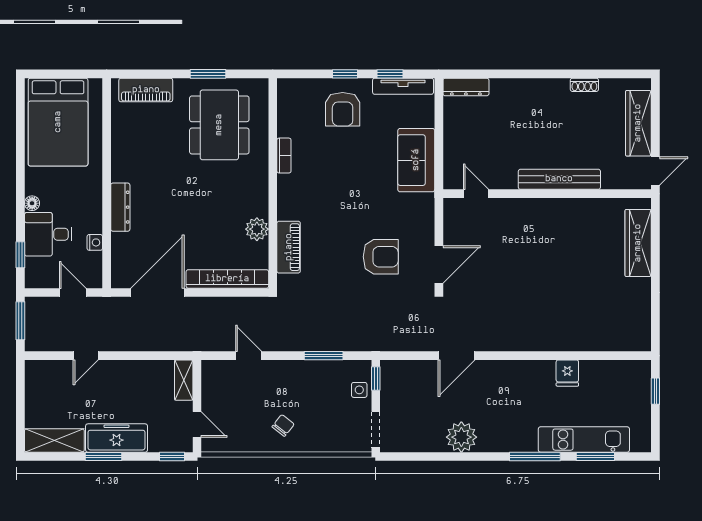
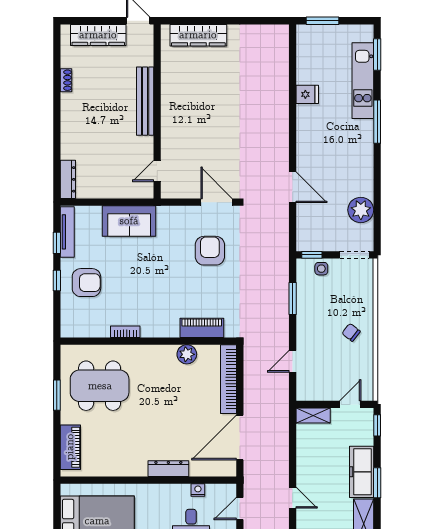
door: (157, 293) -> (240, 438), hinge flipped
window: (655, 391) -> (322, 21), width x1.50
plant: (461, 437) -> (361, 210), moved
window: (595, 457) -> (377, 55), moved

